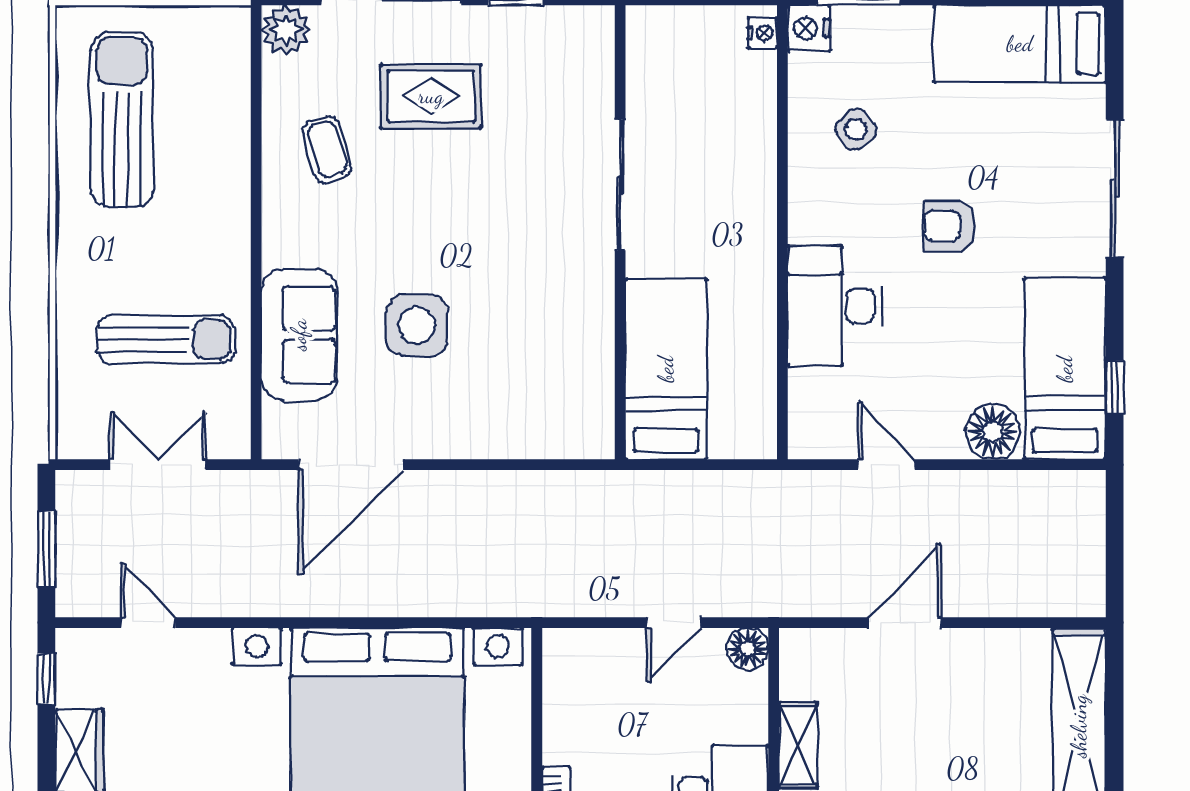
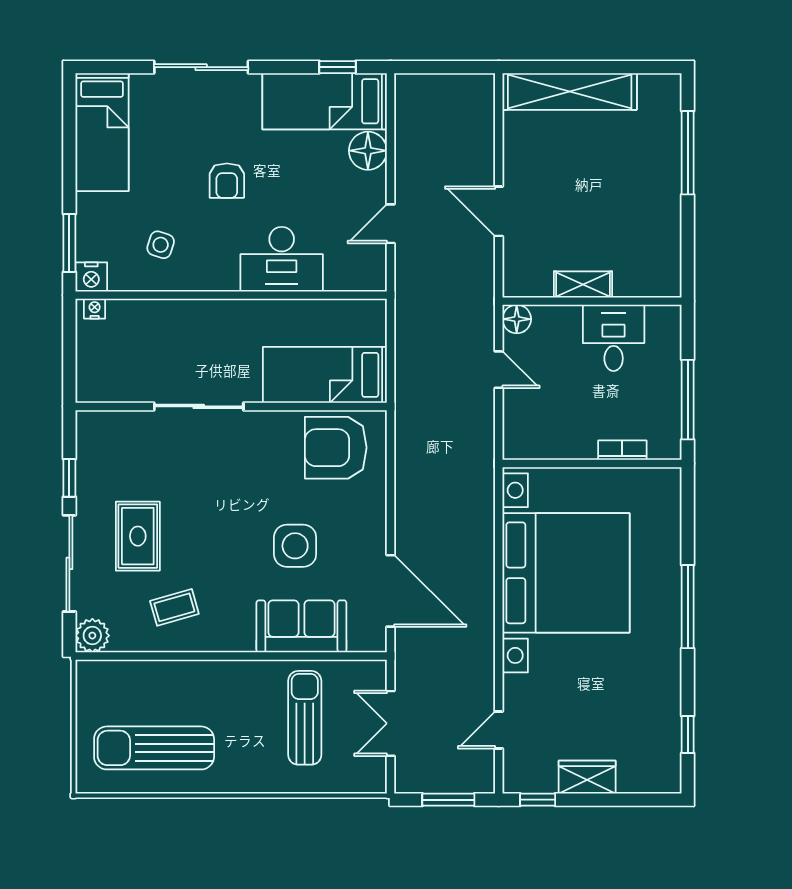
side table: (856, 129) -> (161, 245), turned -33
armchair: (560, 385) -> (336, 448), added

